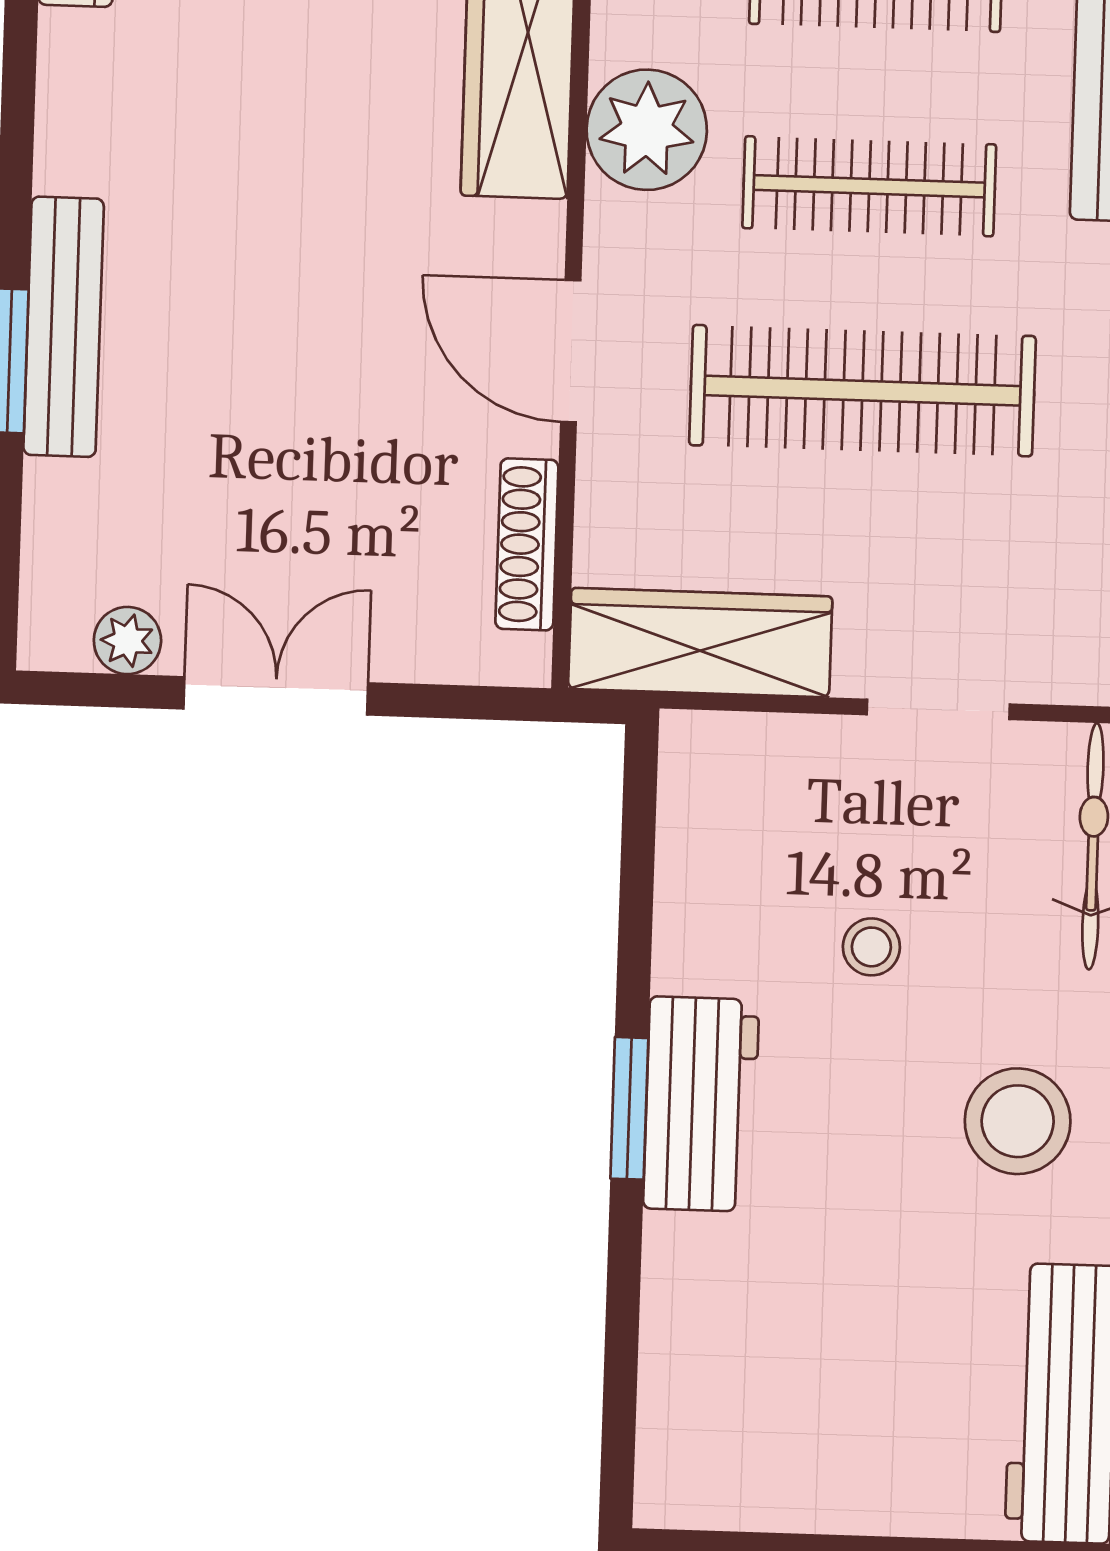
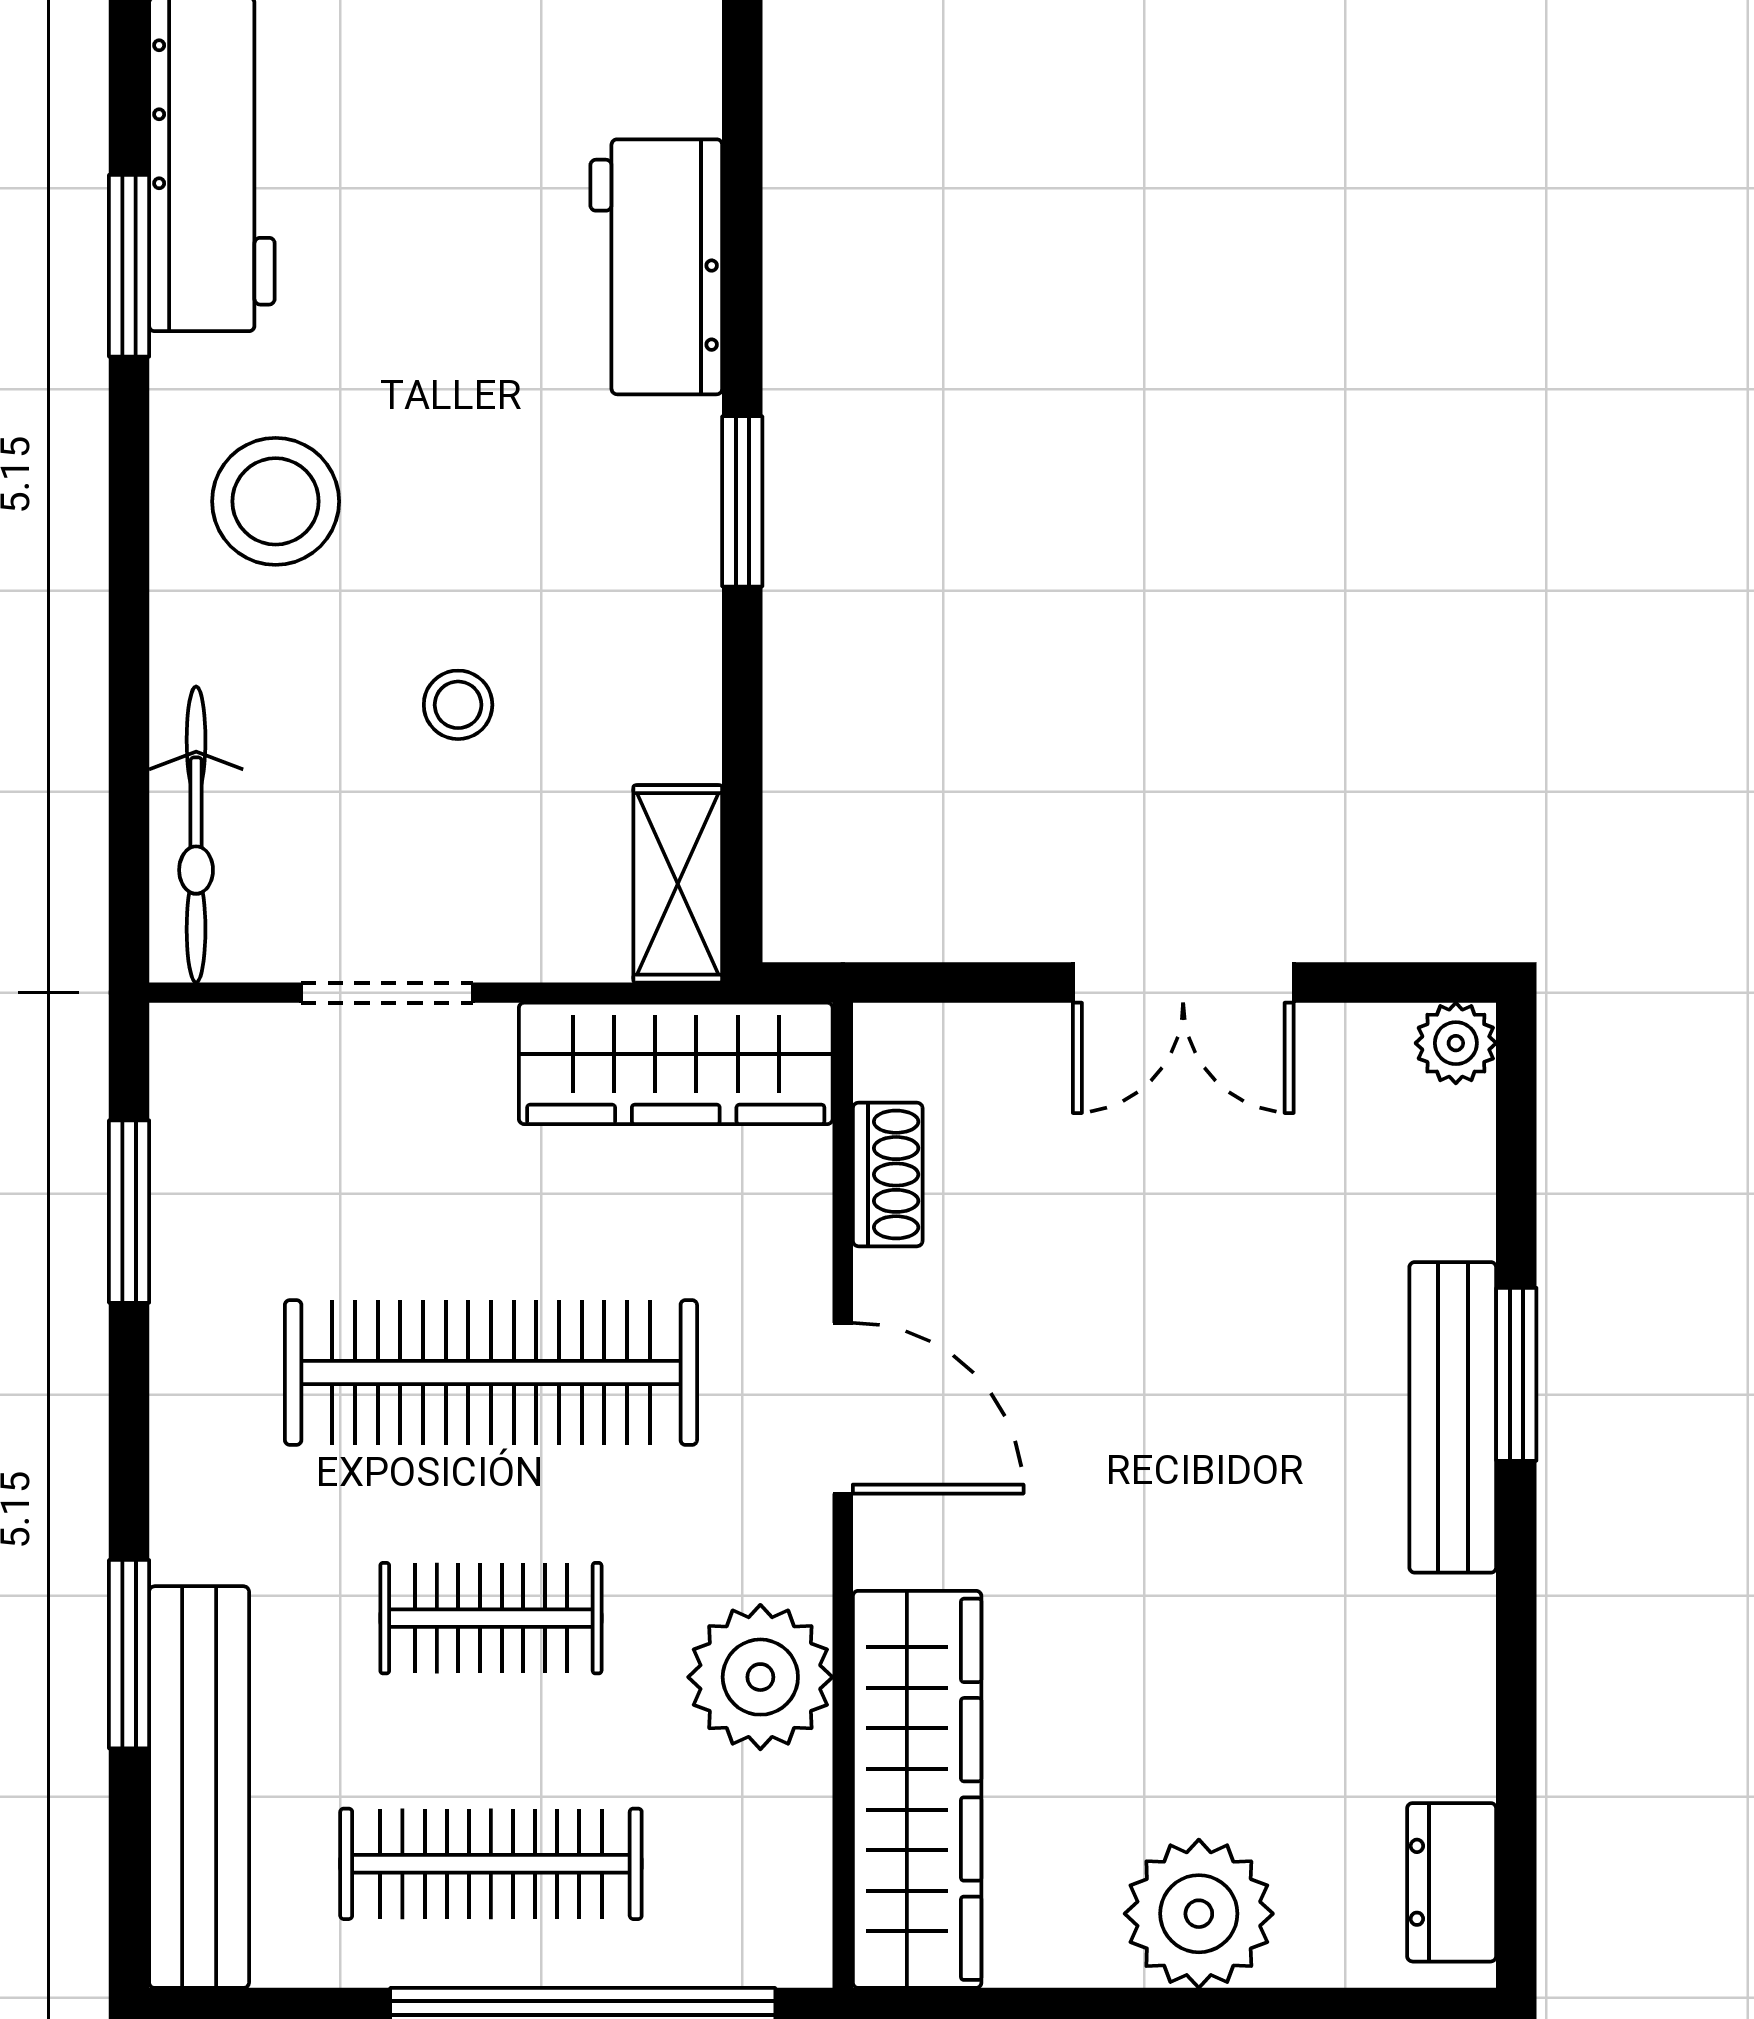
clothes rail: (869, 186) -> (491, 1618), width x0.73
shoe rack: (527, 544) -> (888, 1174), width x0.70
plant: (127, 641) -> (1456, 1043), moved
shelving: (694, 792) -> (678, 884), added
workbench: (701, 1104) -> (656, 267), moved

